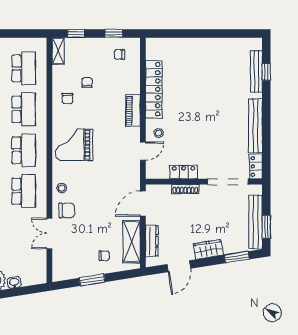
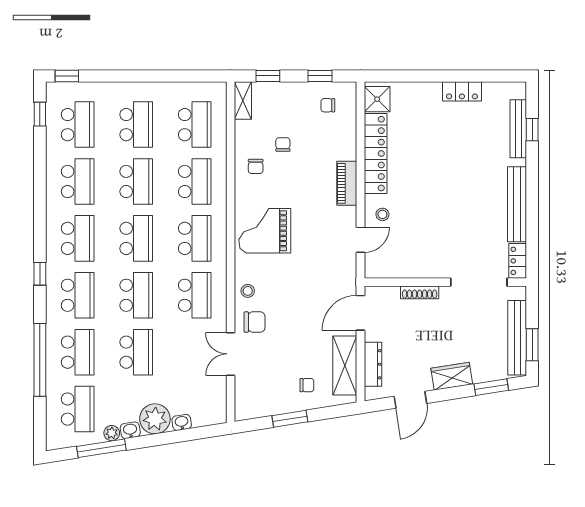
shower: (155, 50) -> (377, 99), added
locker: (184, 172) -> (462, 91), moved, turned 180

